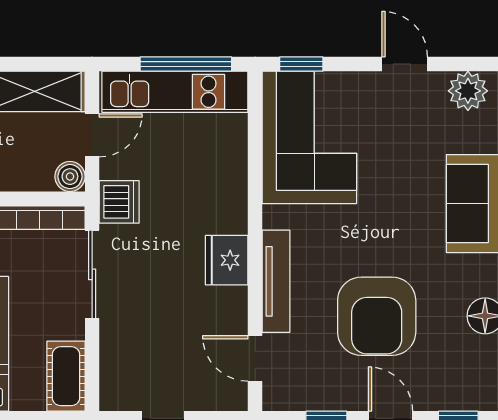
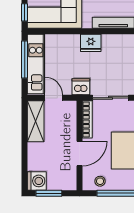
boiler: (70, 177) -> (71, 107), removed
fridge: (227, 260) -> (91, 43), moved

